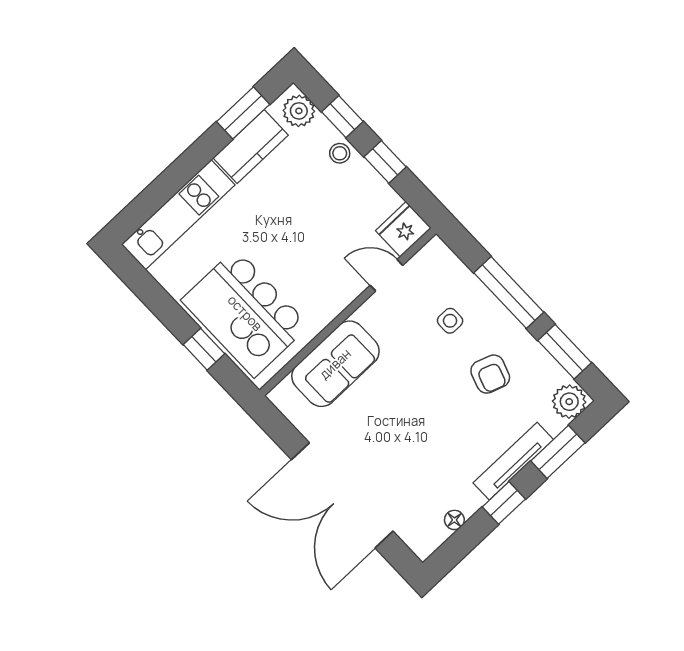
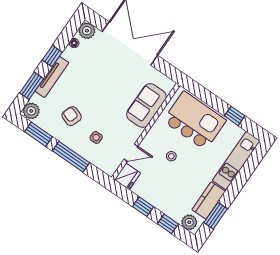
stool: (340, 153) -> (171, 156), moved
window: (204, 349) -> (235, 116), moved
plant: (423, 539) -> (87, 31), added

